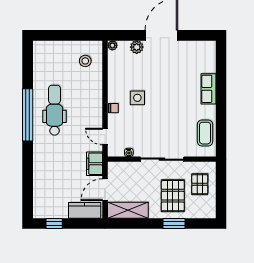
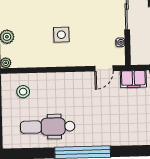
chair: (113, 108) -> (73, 60), removed
dental chair: (54, 110) -> (48, 127), moved

